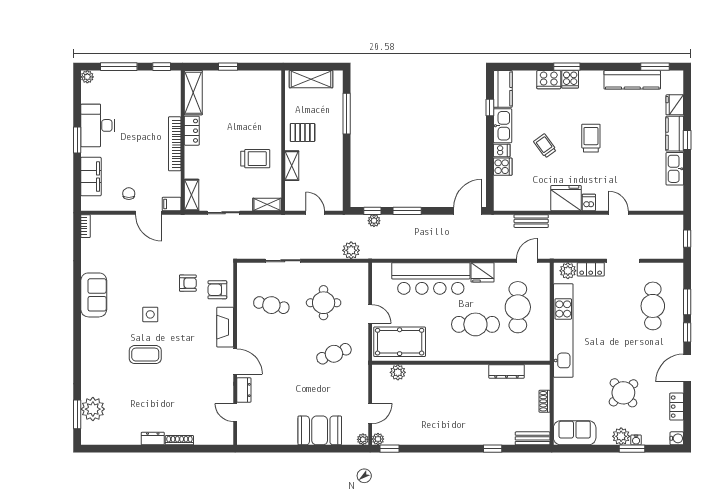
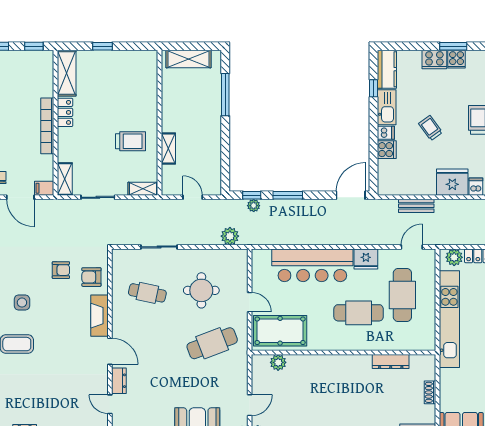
pallet: (303, 132) -> (180, 114), removed
cafe table: (334, 354) -> (212, 343), width x1.37, depth x1.35

